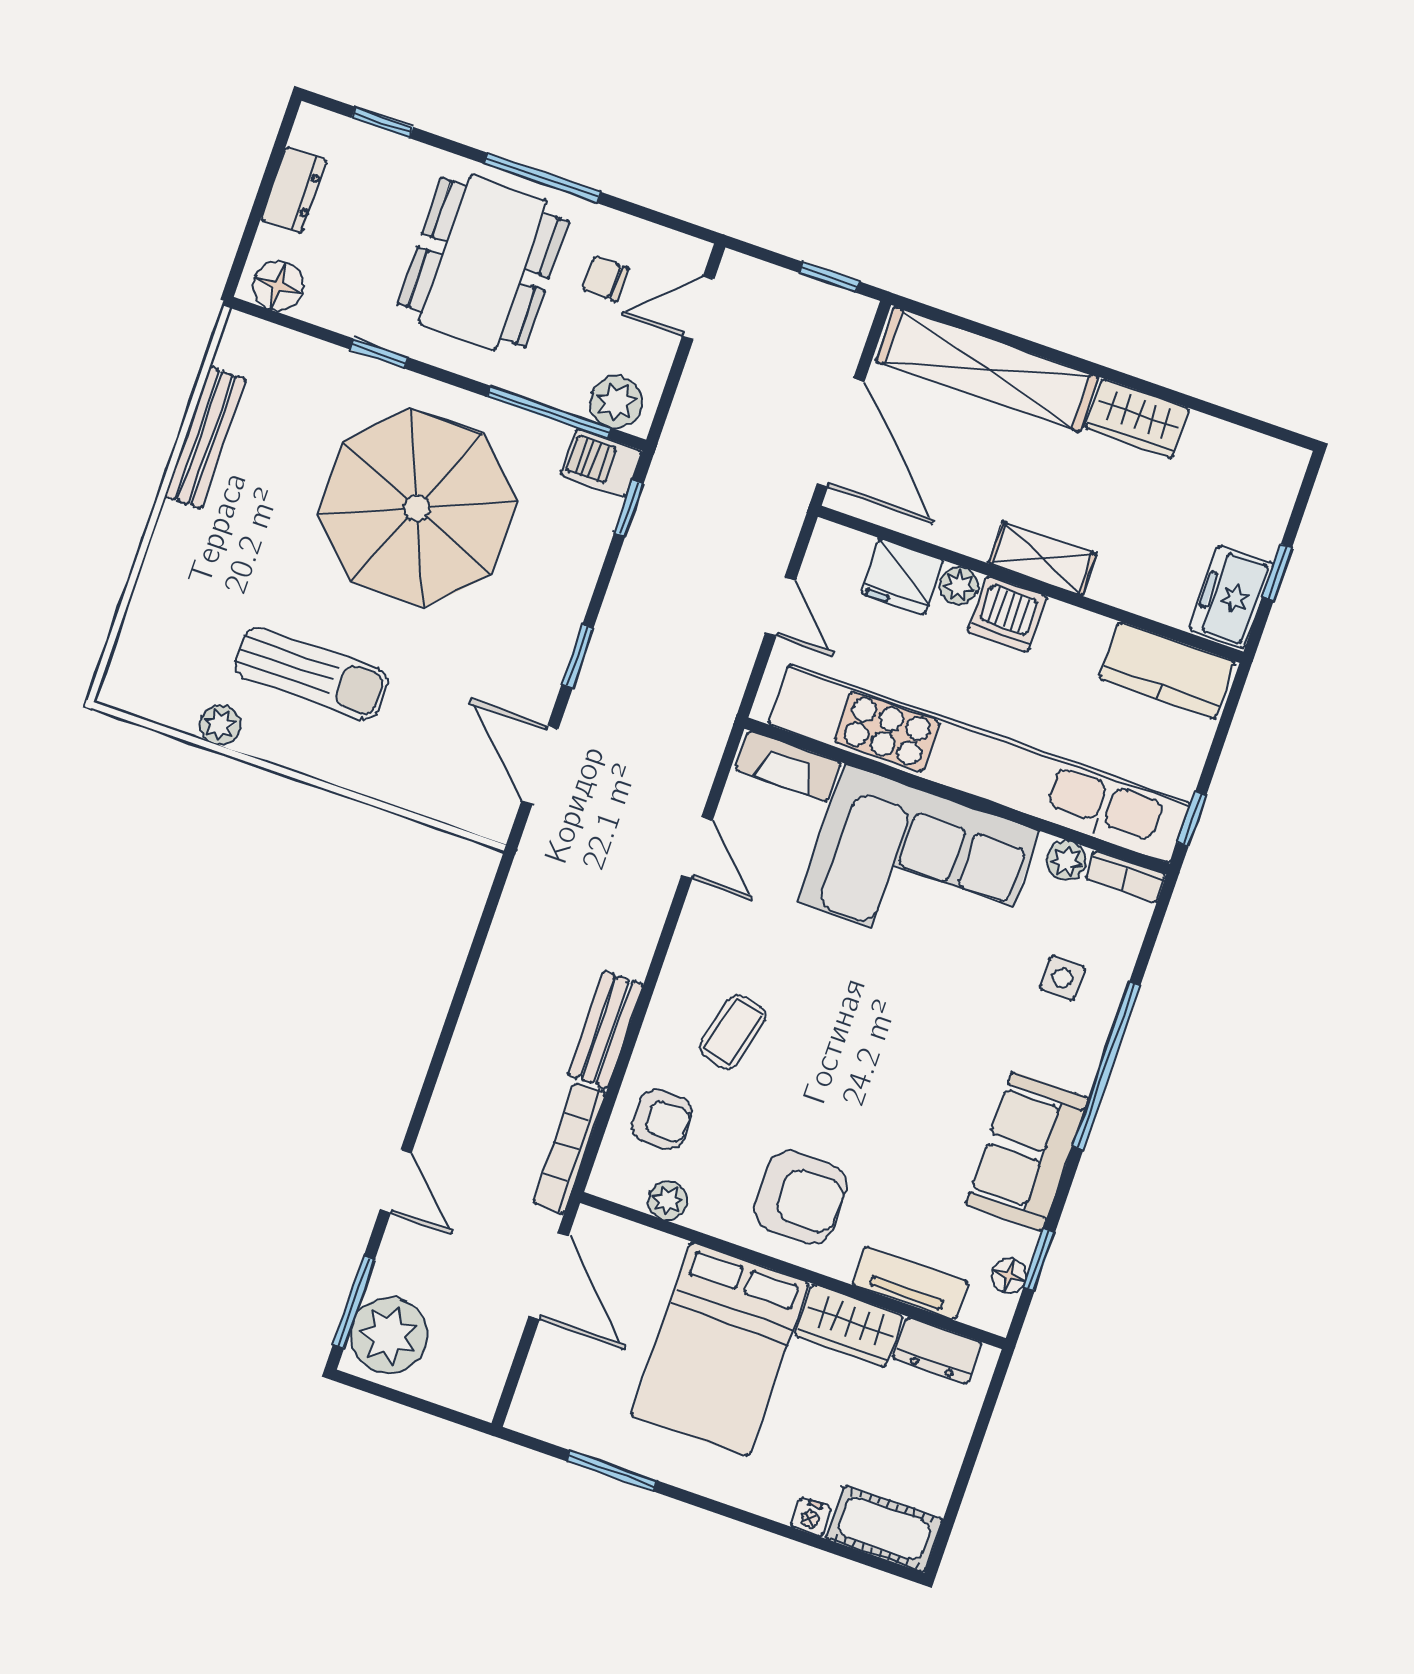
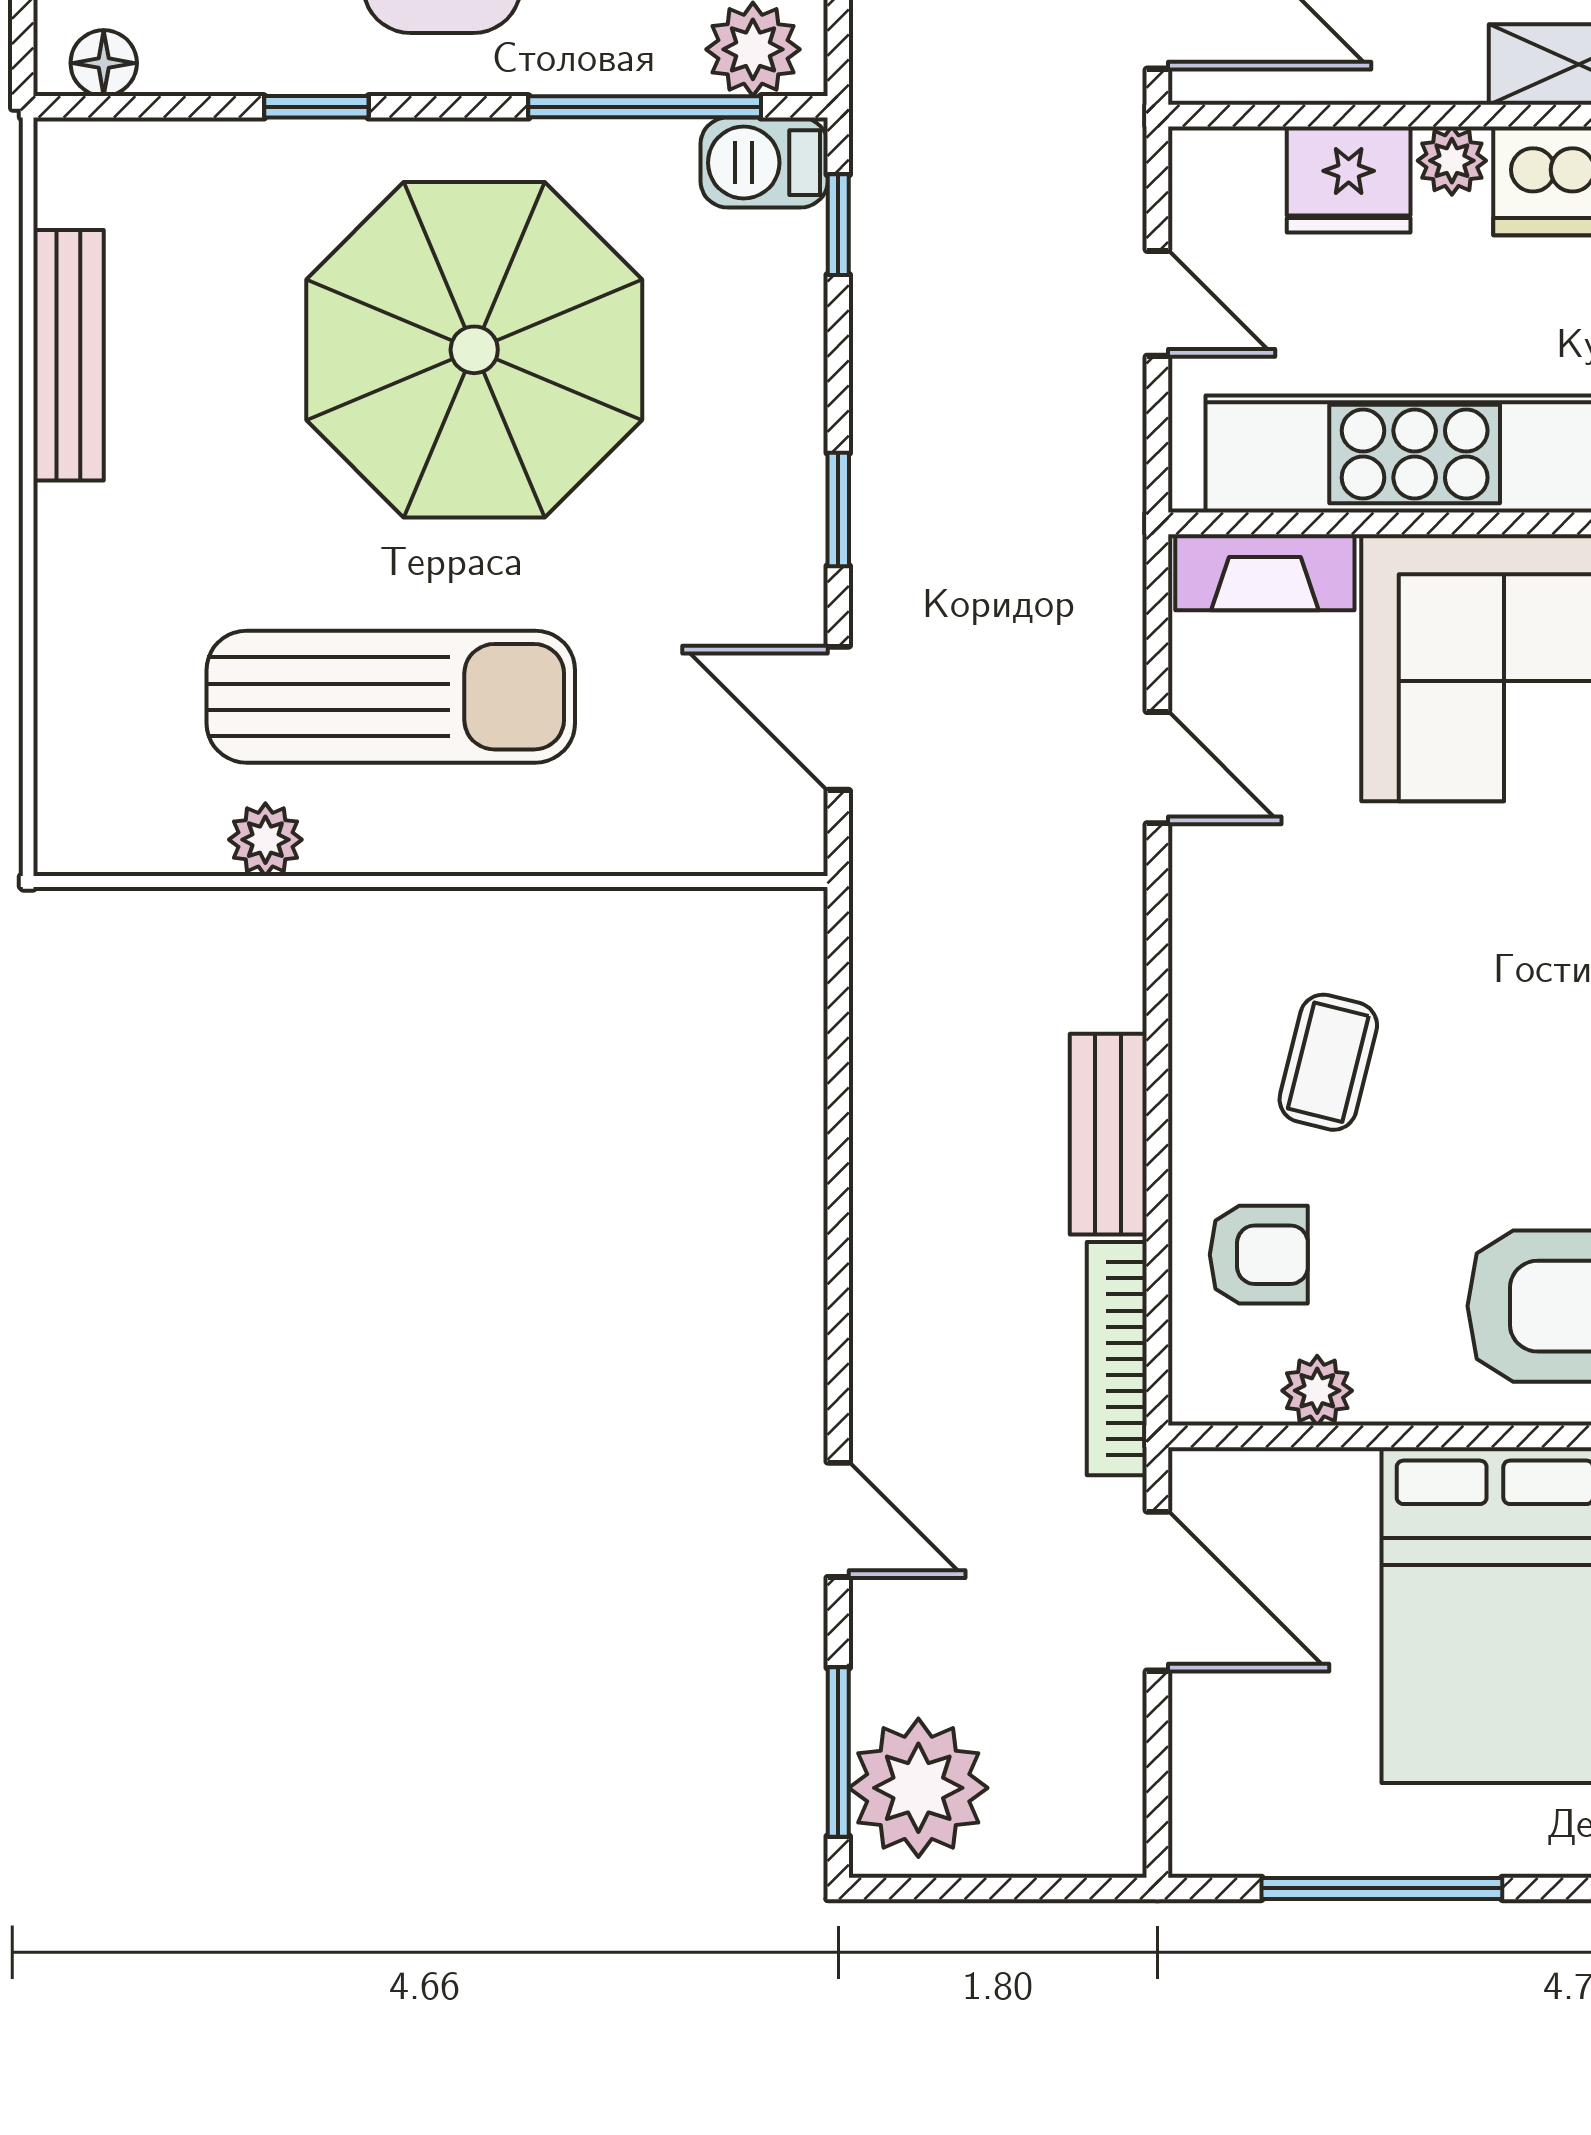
floor lamp: (278, 286) -> (104, 63), width x0.73, depth x0.73
sun lounger: (311, 673) -> (391, 697), width x1.36, depth x1.34
window: (612, 1471) -> (1382, 1888), width x1.44

